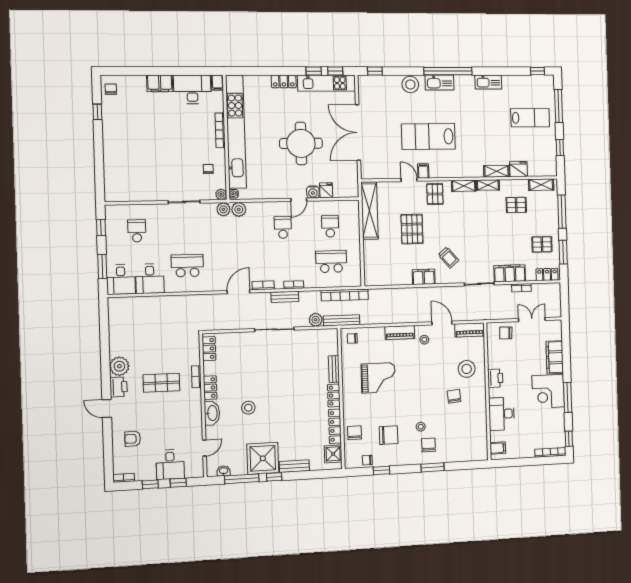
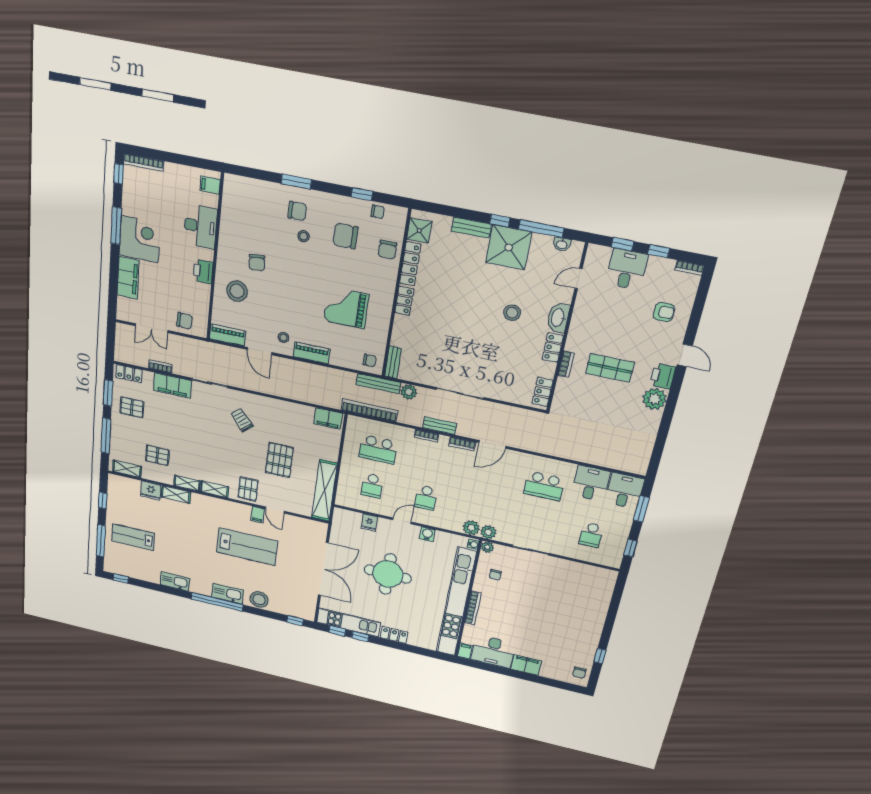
water cooler: (313, 192) -> (427, 534), moved
filing cabinet: (424, 277) -> (328, 419), moved
bench: (334, 369) -> (393, 362), moved
chair: (429, 445) -> (297, 211), turned -90

